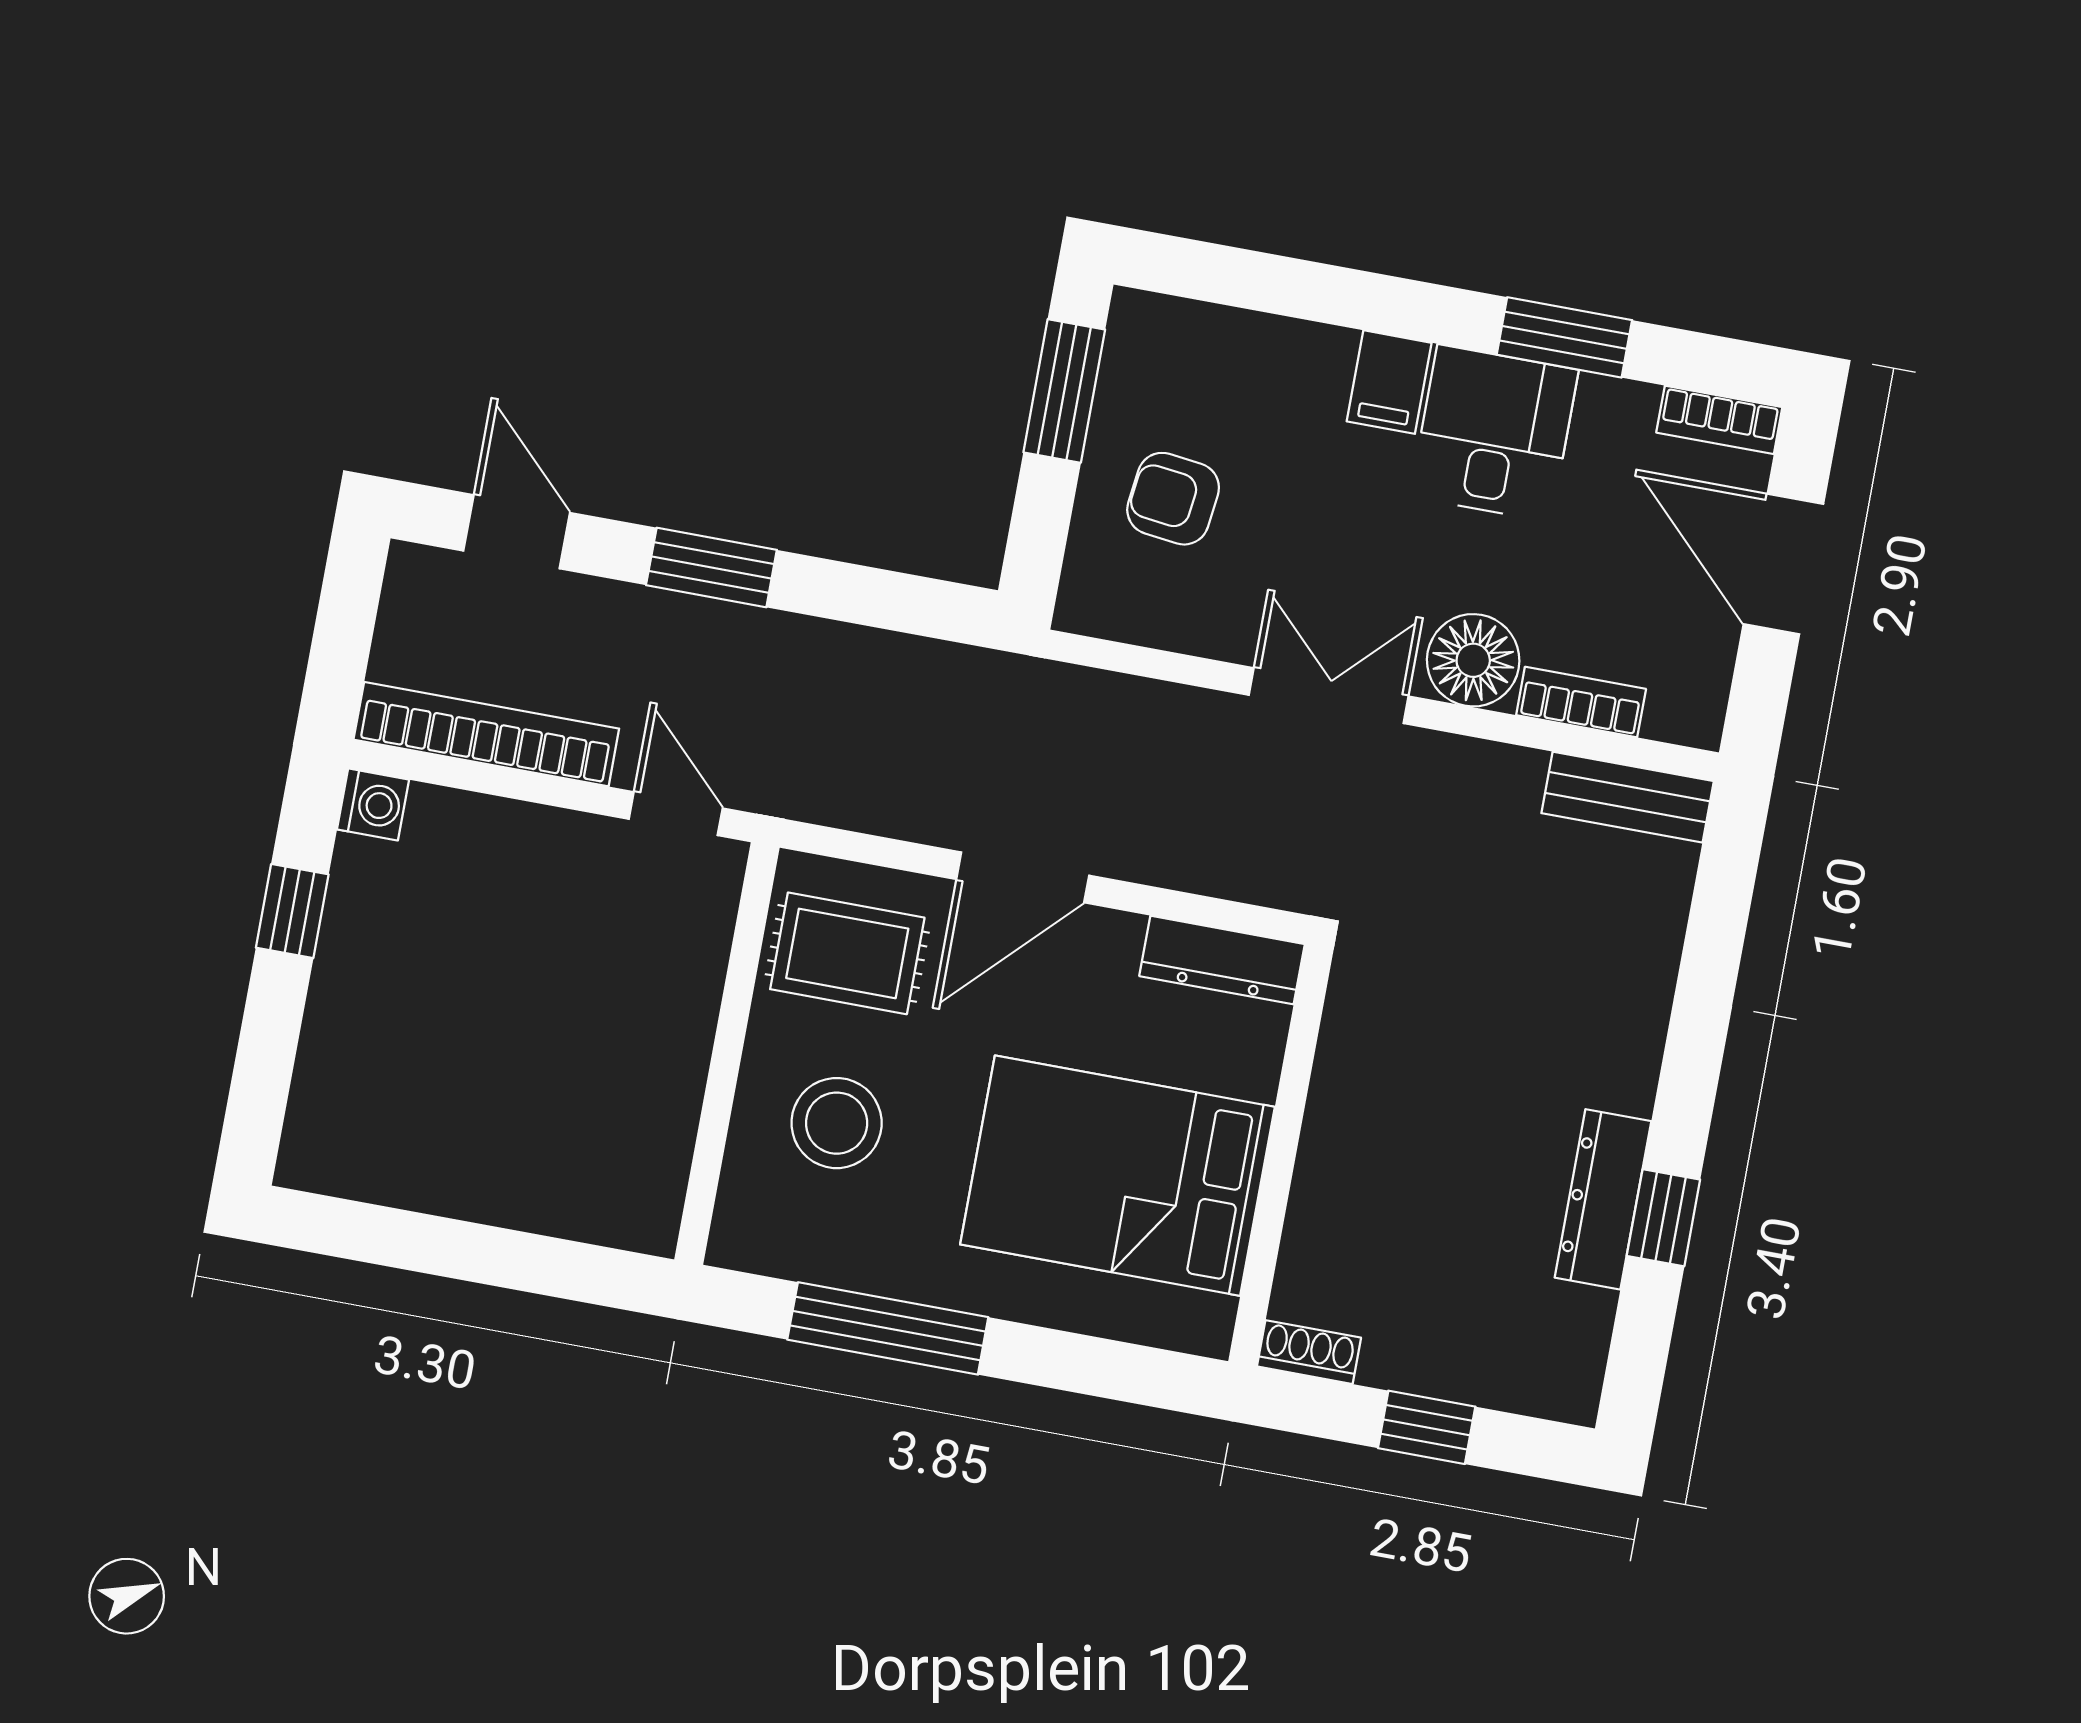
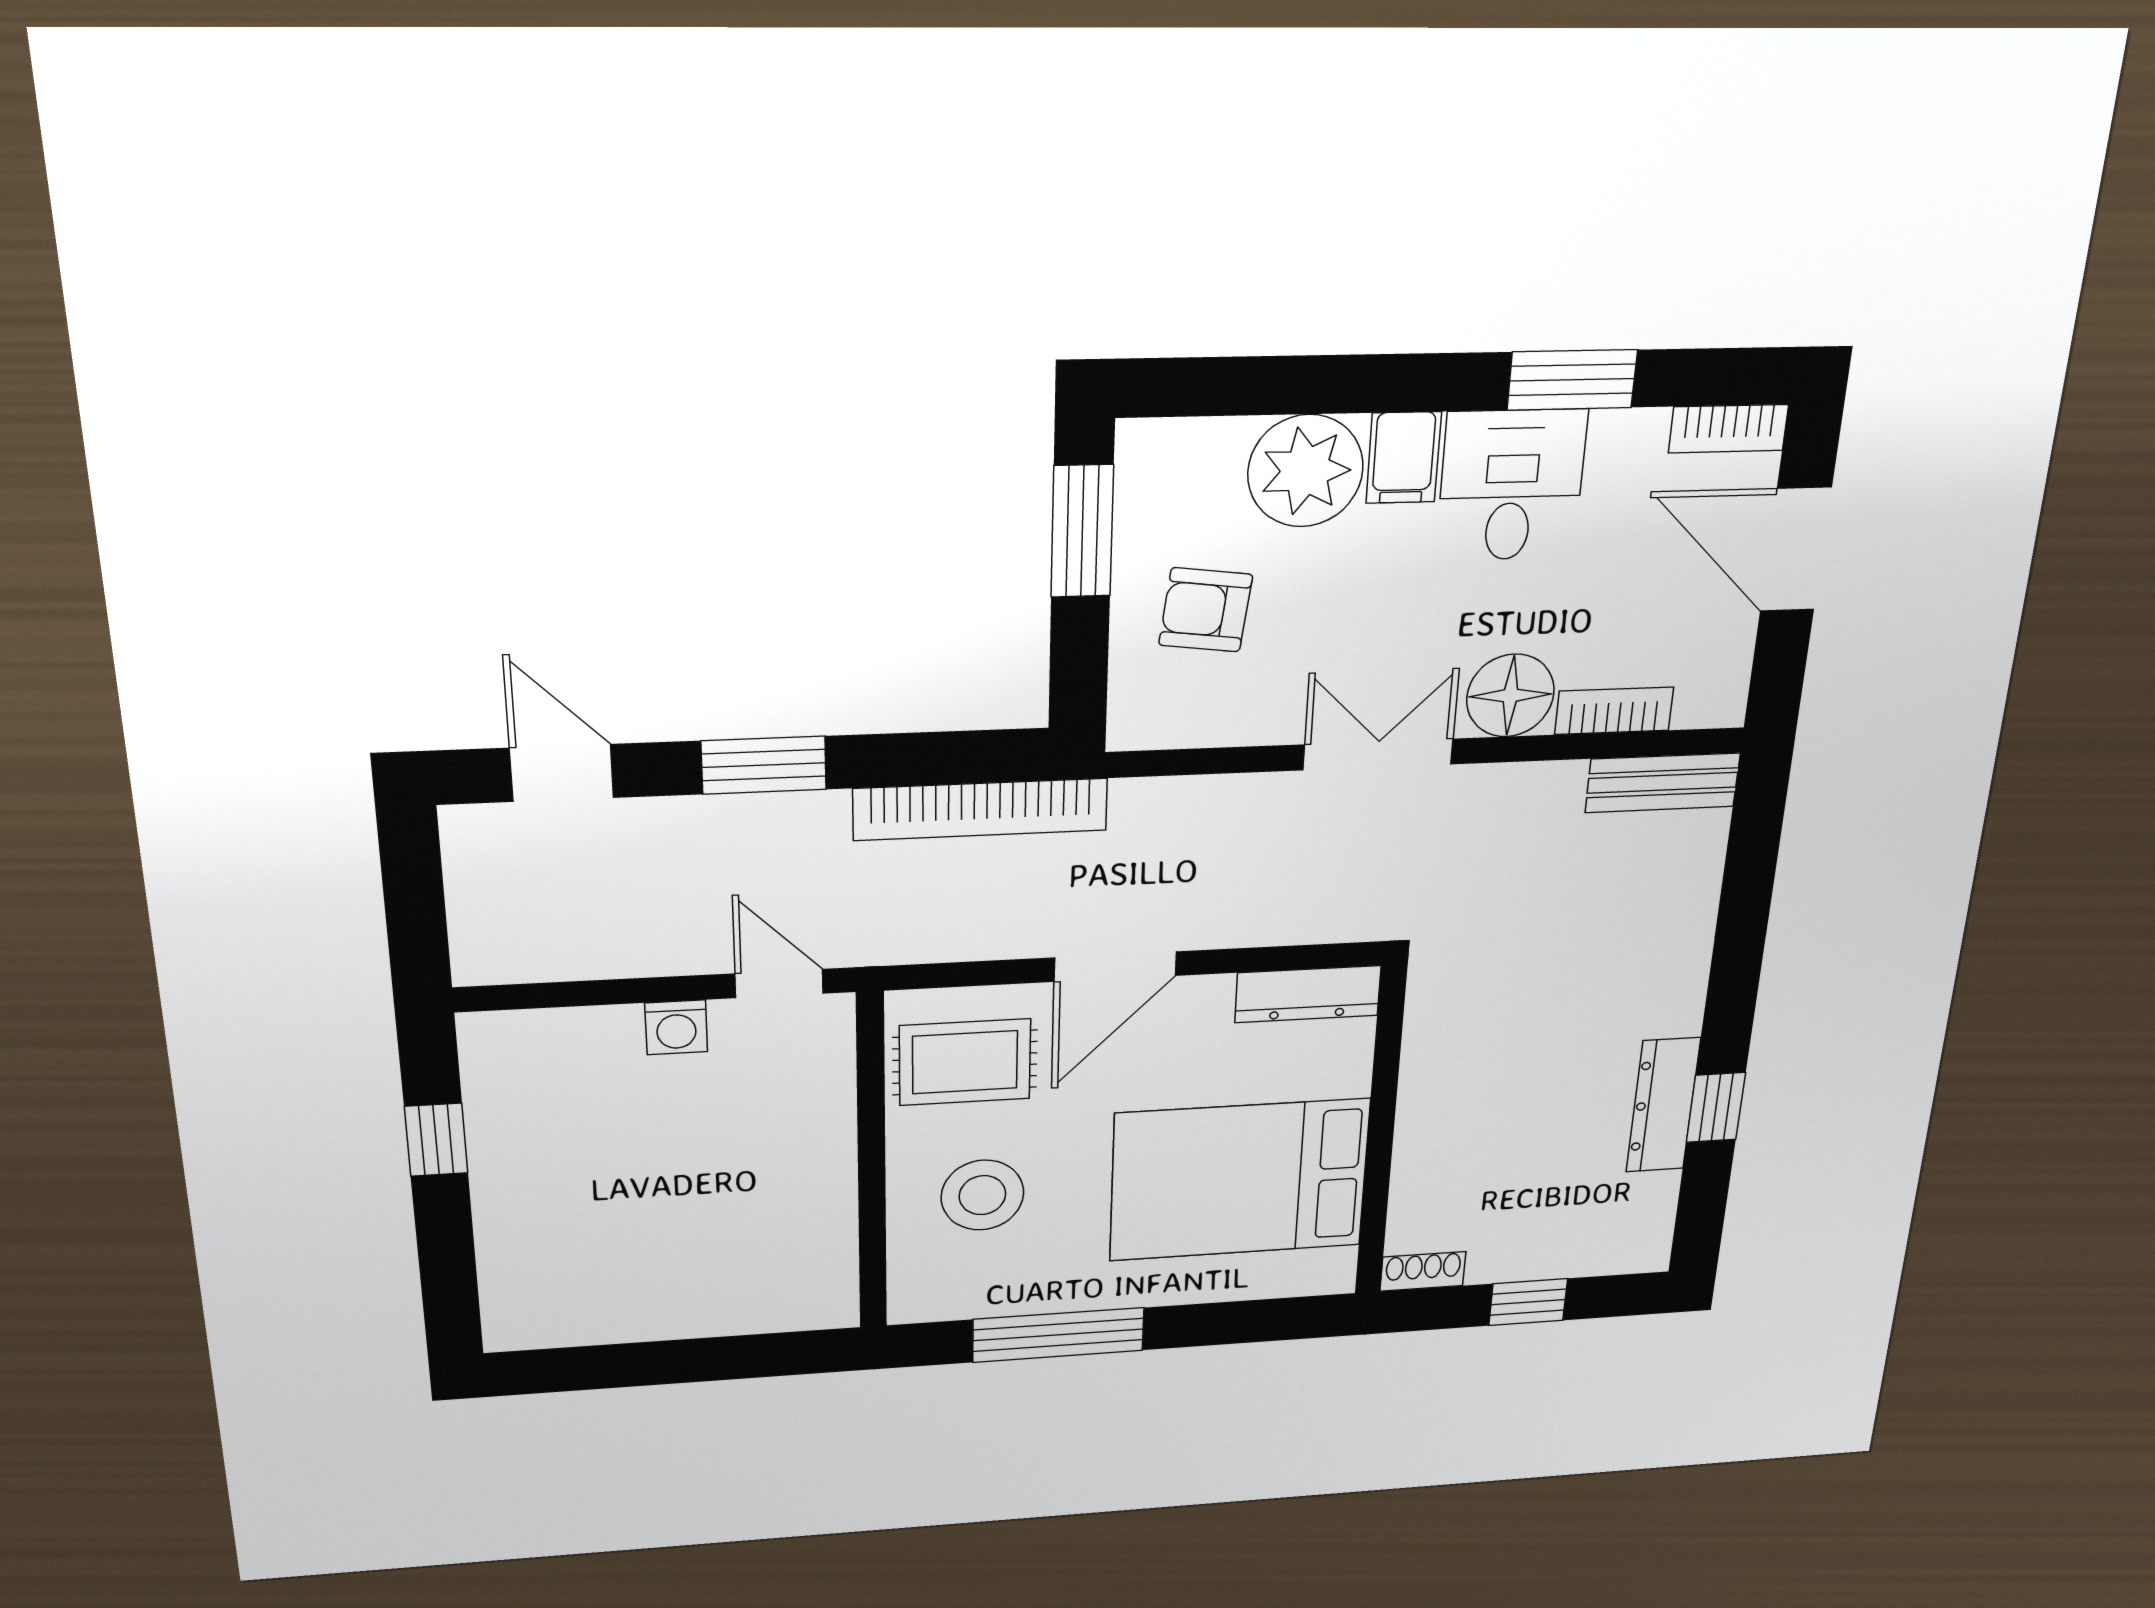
plant: (1291, 375) -> (1305, 471), added
bookcase: (486, 734) -> (981, 809), moved, turned 180
washing machine: (373, 804) -> (676, 1027), moved, turned 90

